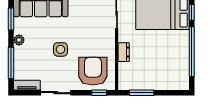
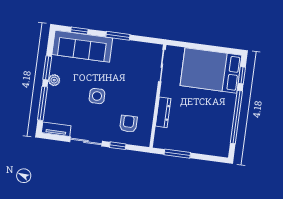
window: (11, 19) -> (47, 68), moved
dresser: (124, 52) -> (163, 112), width x1.44
armchair: (93, 71) -> (128, 124), width x0.53, depth x0.53
window: (99, 93) -> (118, 146), moved

